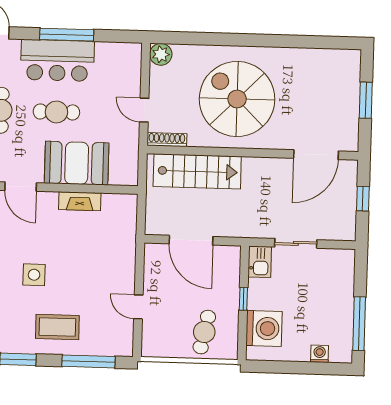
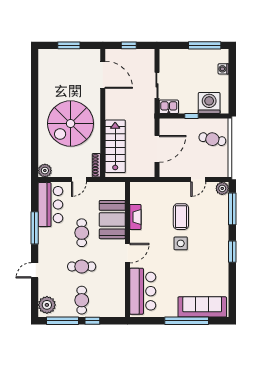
bar counter: (57, 60) -> (50, 205), moved
coffee table: (57, 327) -> (181, 217), moved
plant: (123, 346) -> (222, 188), added

